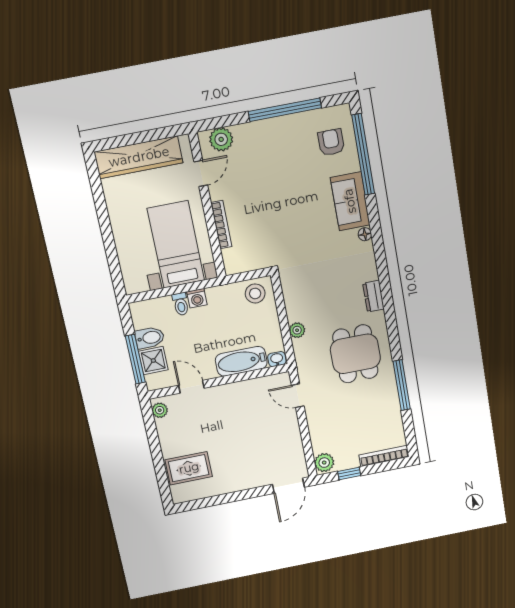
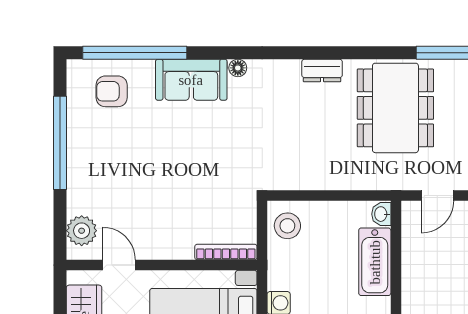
bookcase: (221, 225) -> (226, 252), moved
plant: (297, 330) -> (348, 180), removed
dining table: (355, 354) -> (395, 108), width x1.38

